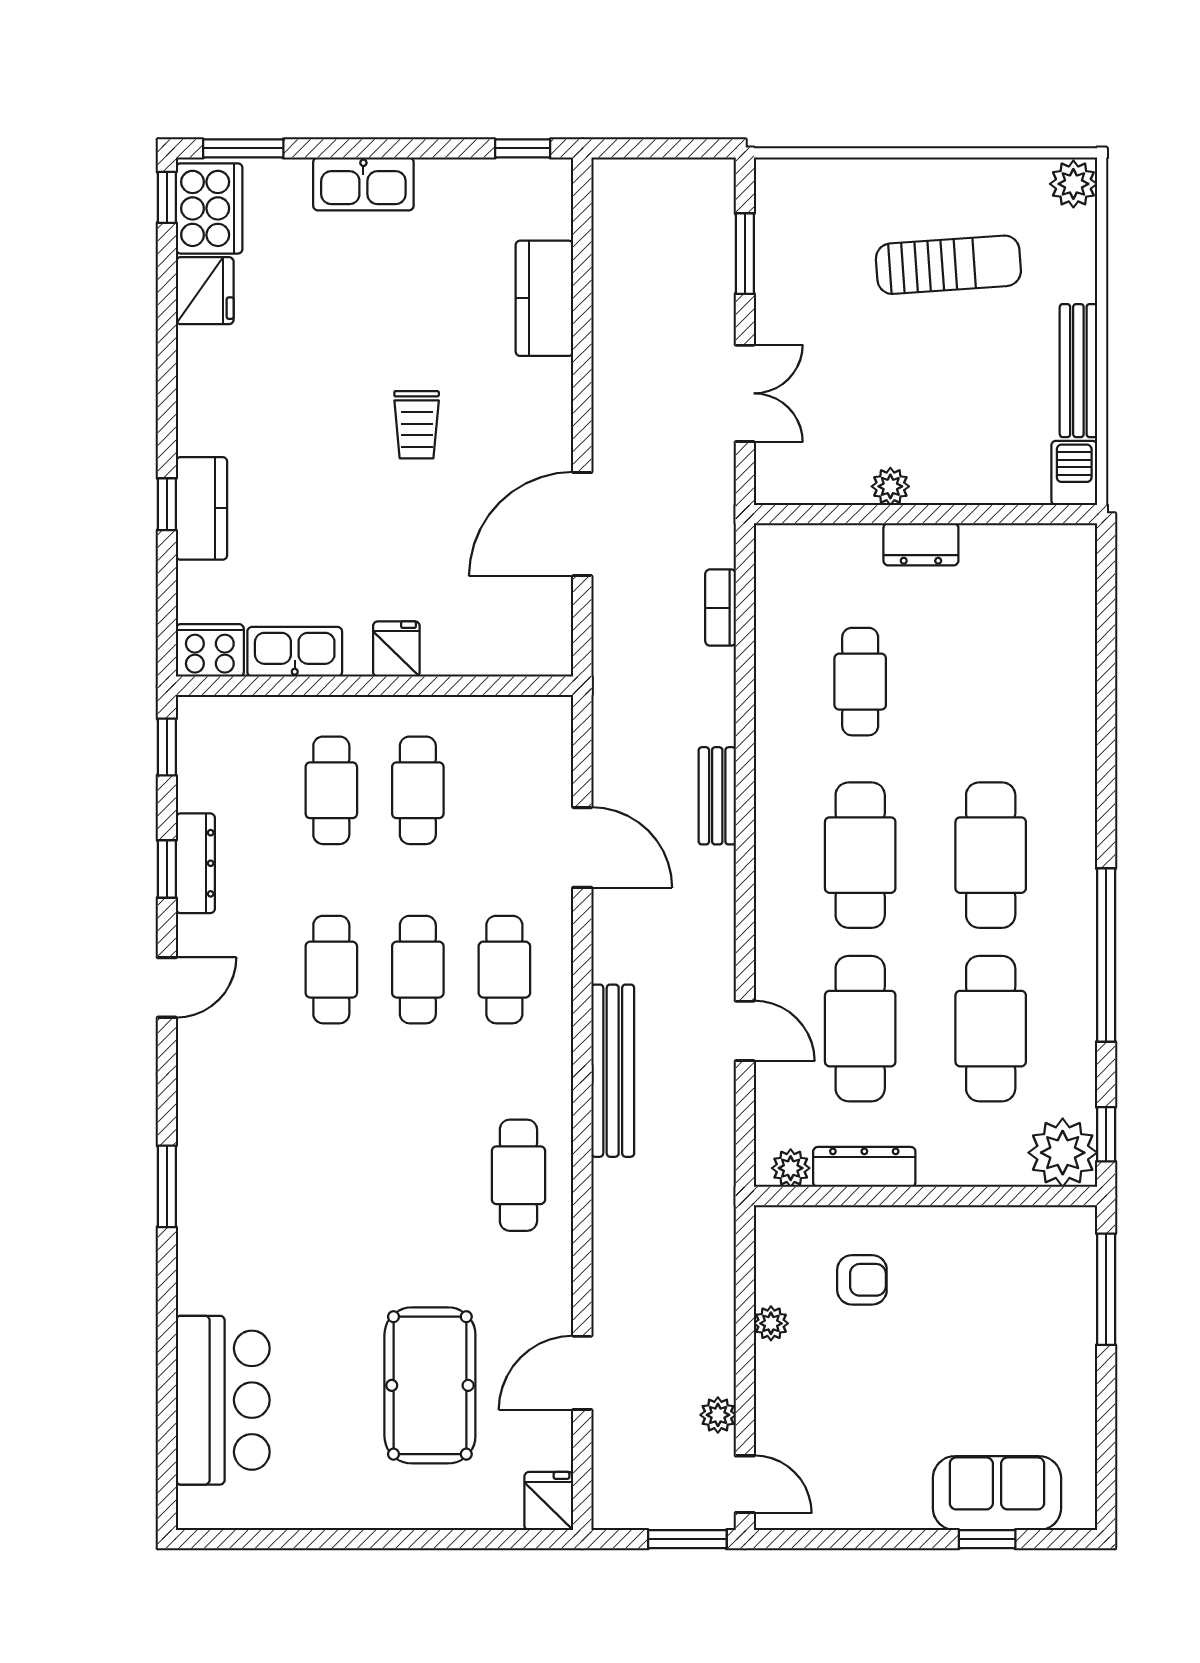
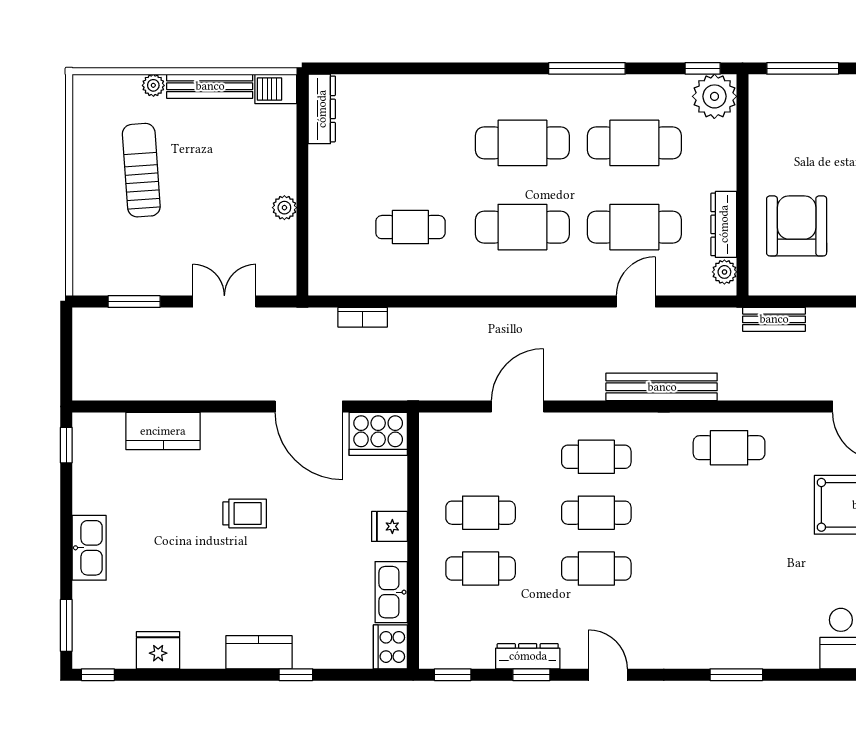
plant: (1073, 184) -> (153, 85), moved, width x0.73, depth x0.73
cooker: (209, 208) -> (378, 434), moved, turned 180
kitchen counter: (202, 508) -> (259, 652), moved
dresser: (921, 544) -> (322, 109), moved, width x1.44
bench: (717, 796) -> (774, 319), moved
window: (1106, 955) -> (587, 68), width x0.68
armchair: (862, 1280) -> (797, 226), width x1.88, depth x1.88
plant: (771, 1323) -> (825, 285), removed

